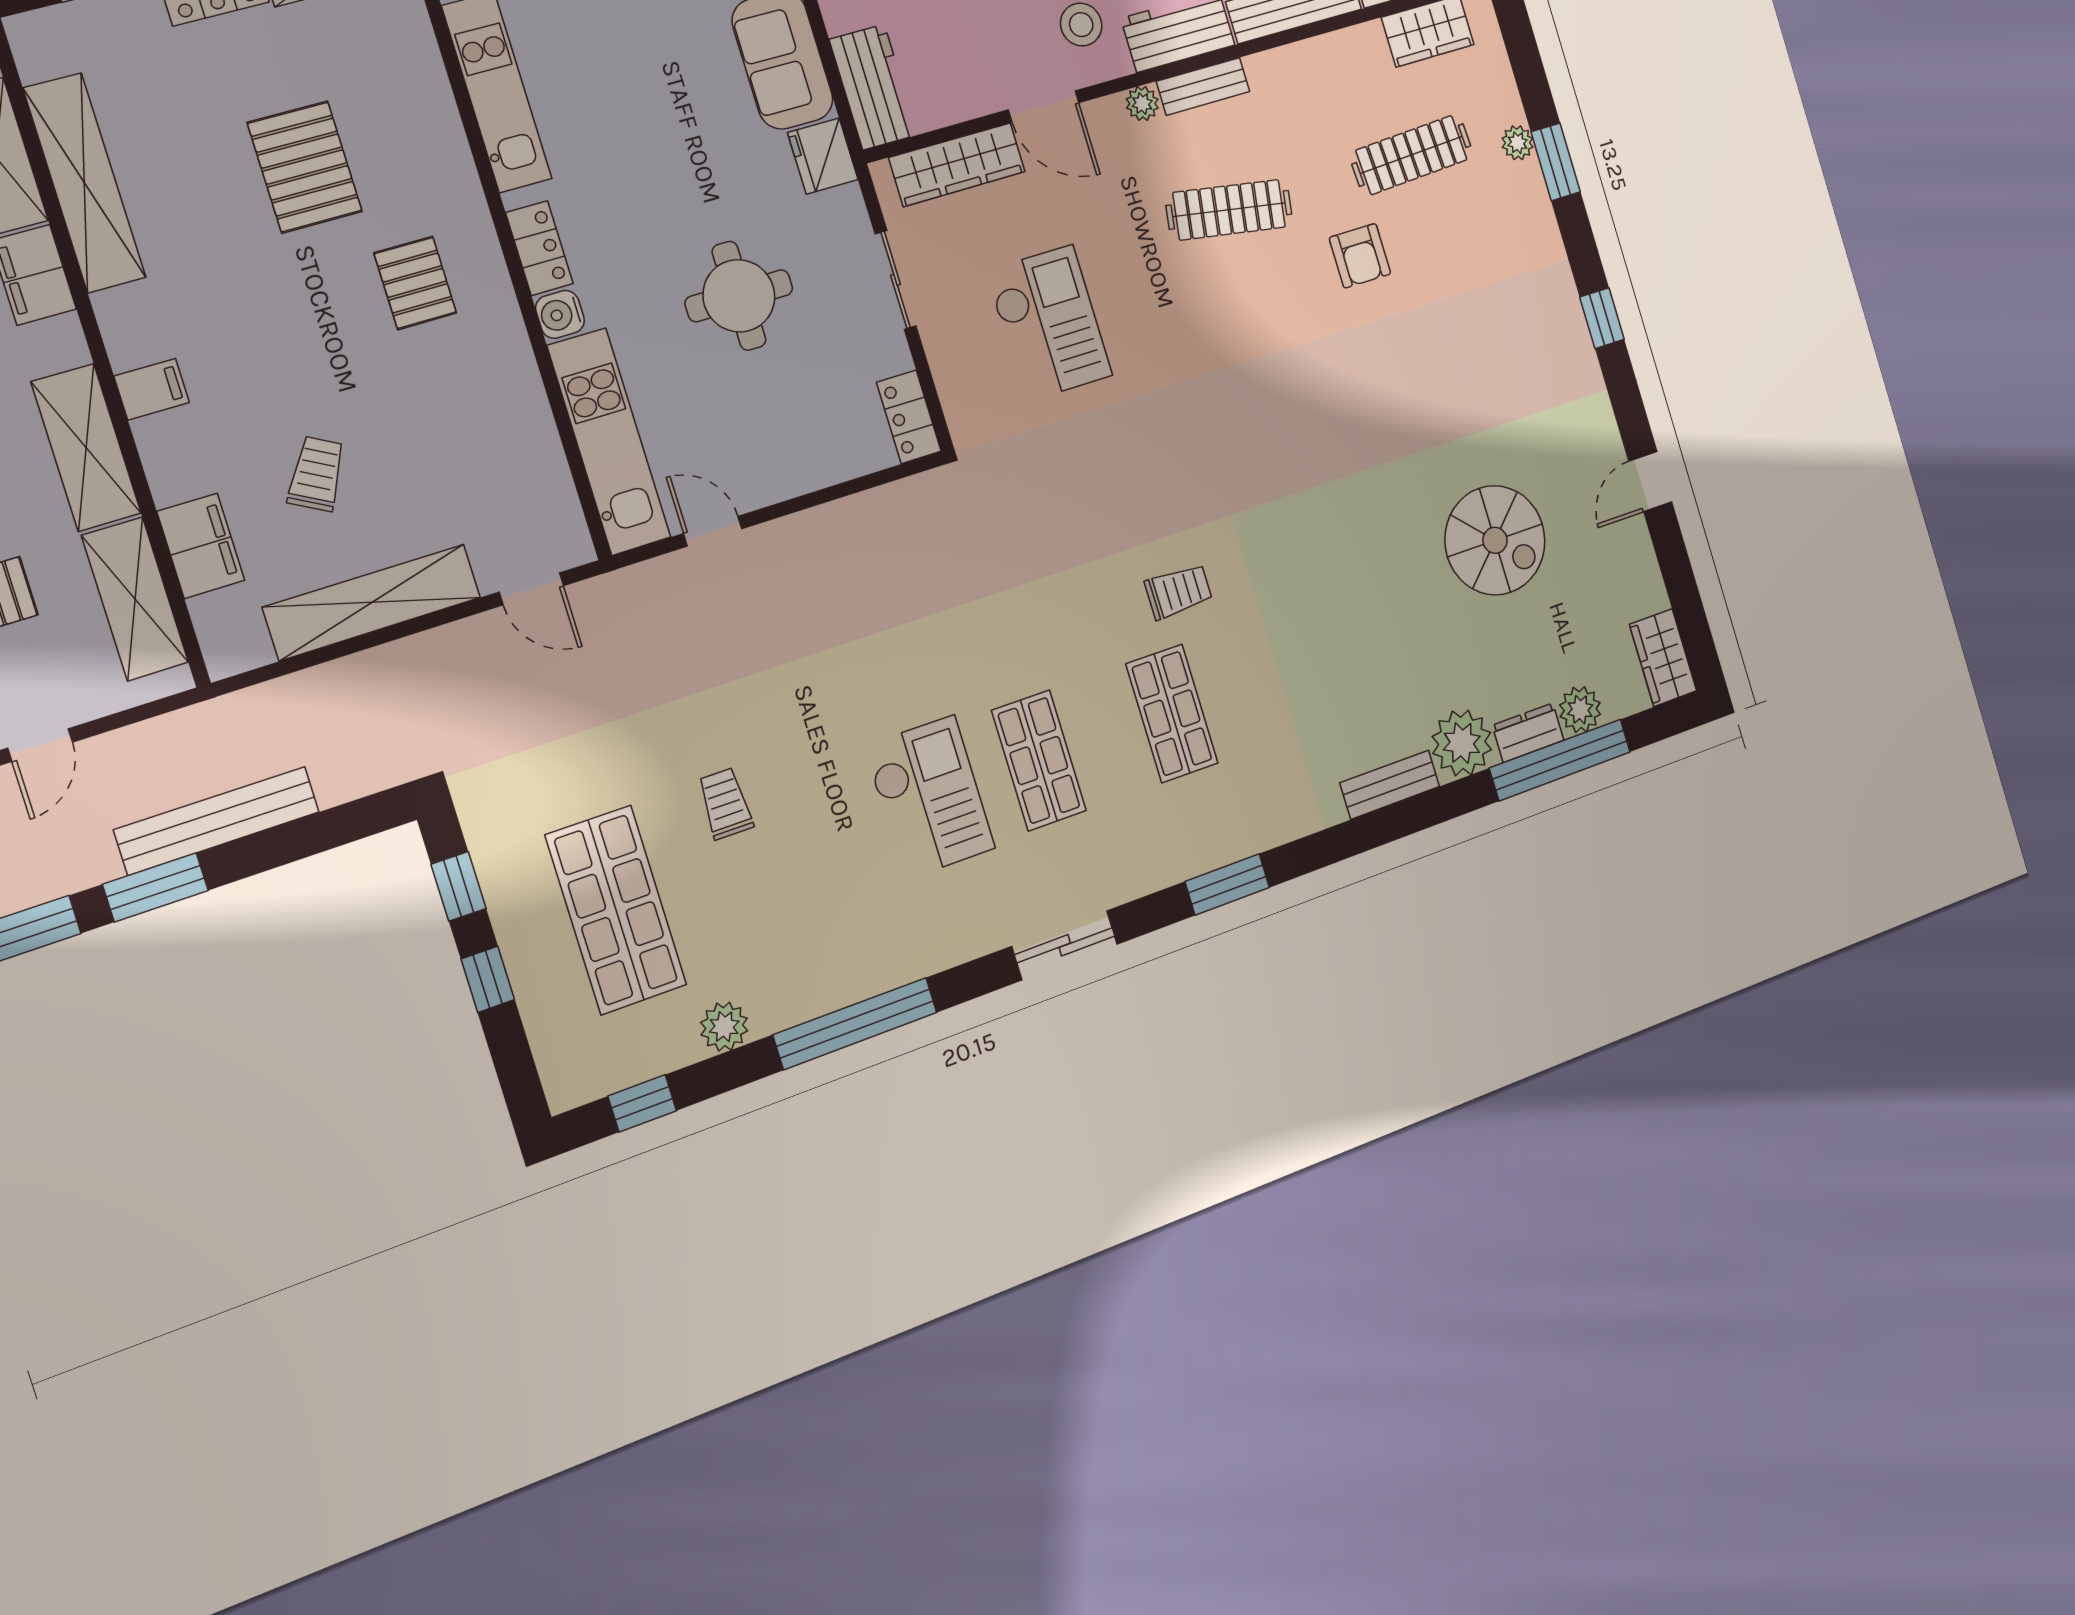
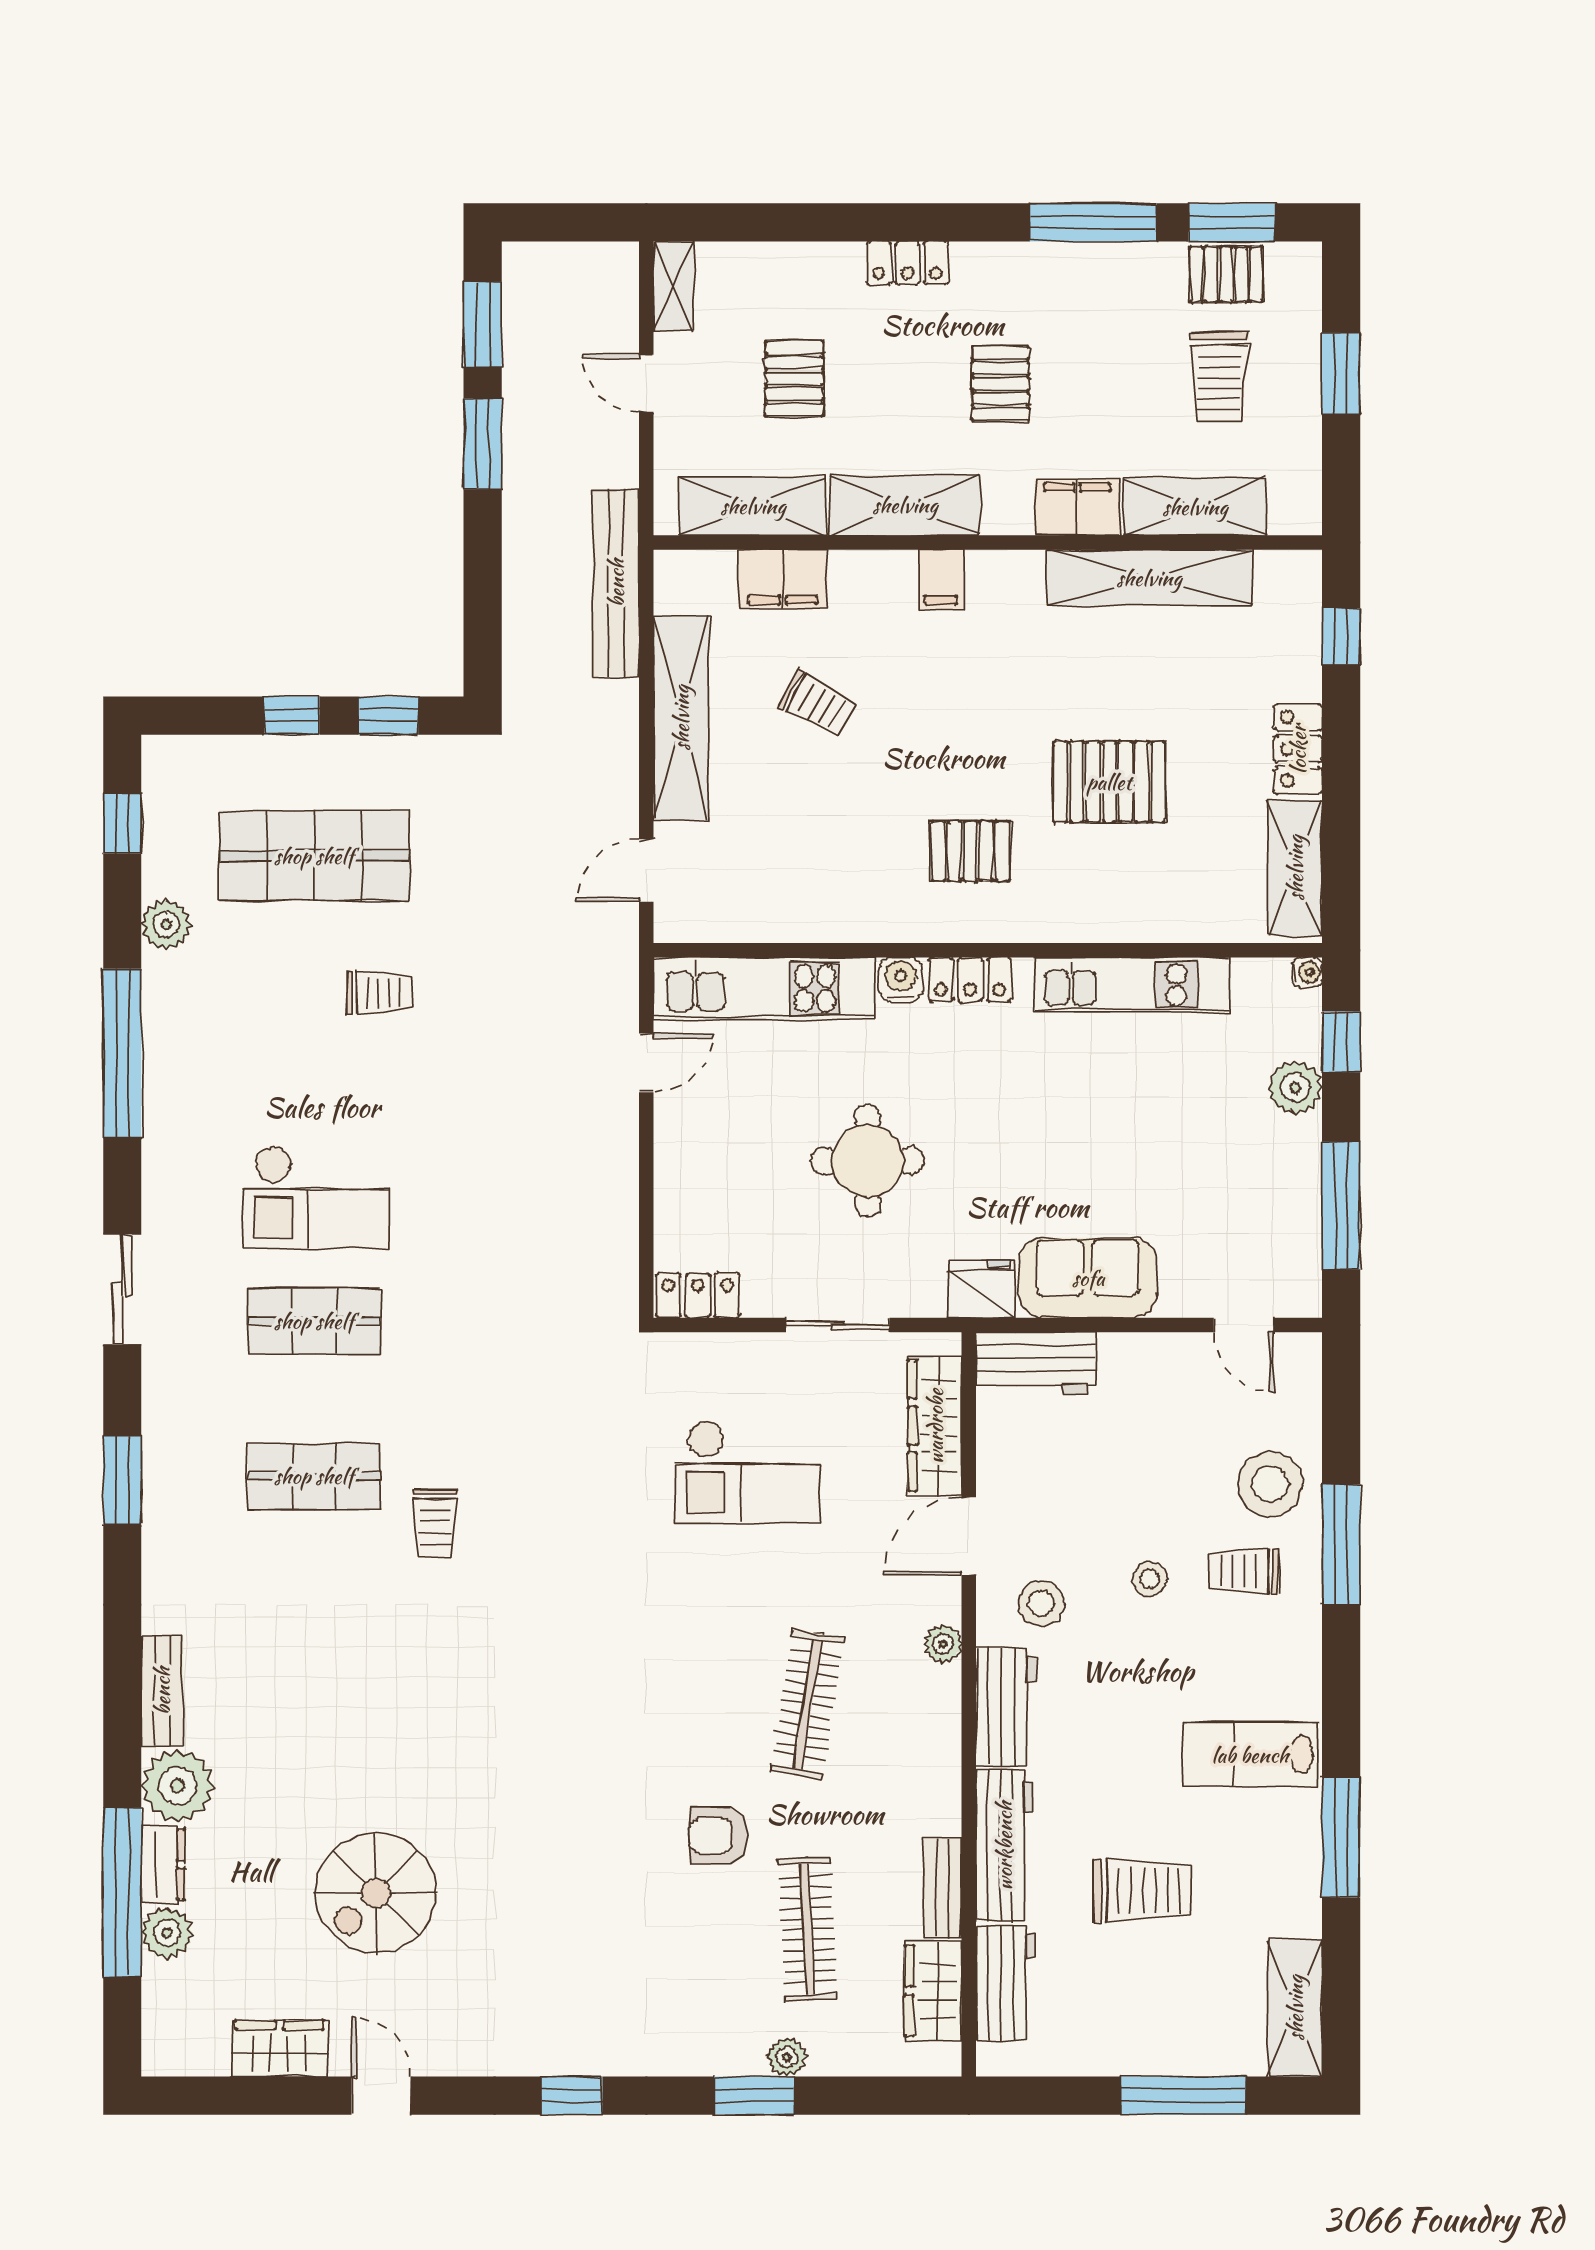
bench: (1203, 86) -> (943, 1888), moved
wardrobe: (1663, 658) -> (279, 2049), moved
bench: (217, 821) -> (616, 583), moved

